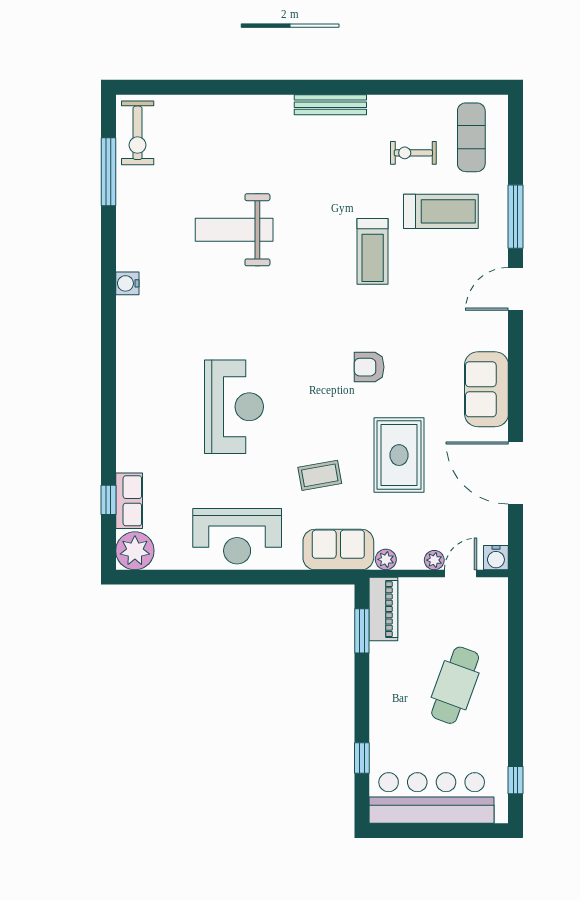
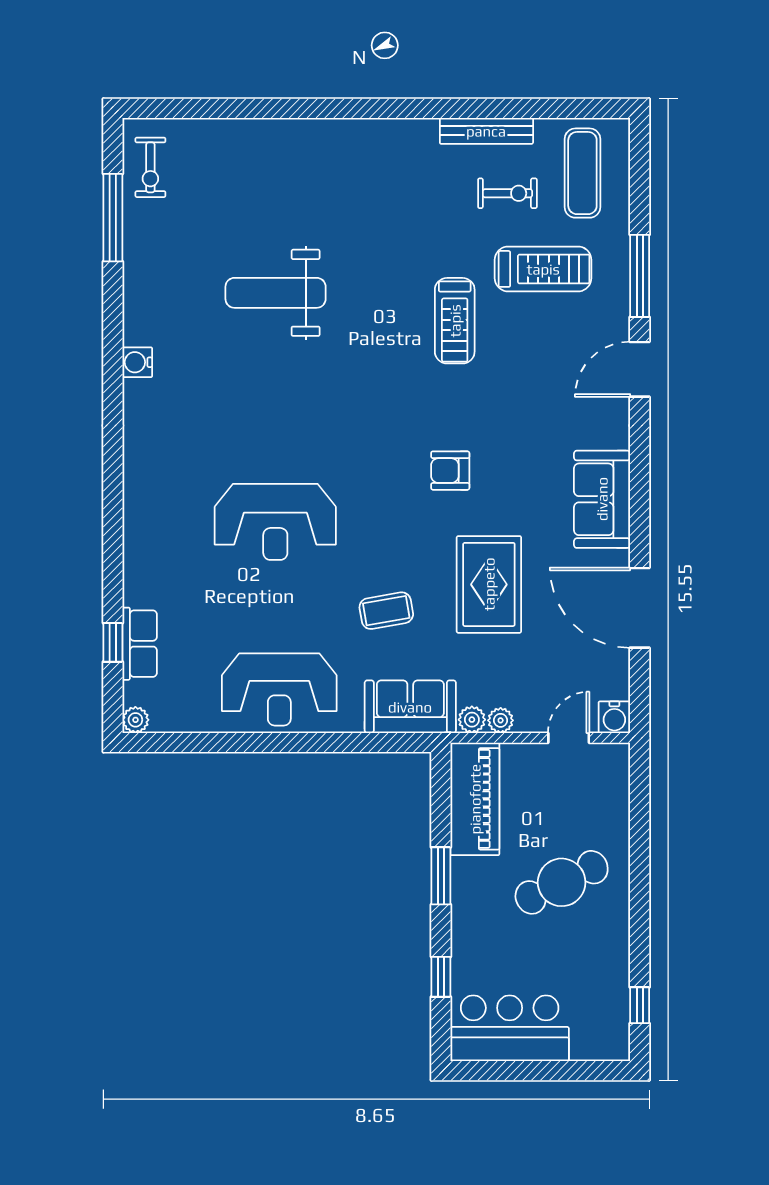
bench: (330, 105) -> (486, 131), moved
exercise bike: (138, 133) -> (150, 167), width x0.73, depth x0.72
exercise bike: (413, 153) -> (507, 193), turned 180
reception desk: (234, 407) -> (275, 522), turned 90
plant: (135, 551) -> (135, 720), width x0.53, depth x0.53
plant: (434, 560) -> (501, 720), moved
piano: (383, 609) -> (475, 799), width x1.37, depth x1.33
window: (362, 631) -> (441, 876), moved
cafe table: (455, 685) -> (562, 882), turned 44
bar counter: (432, 798) -> (510, 1028), width x0.73

